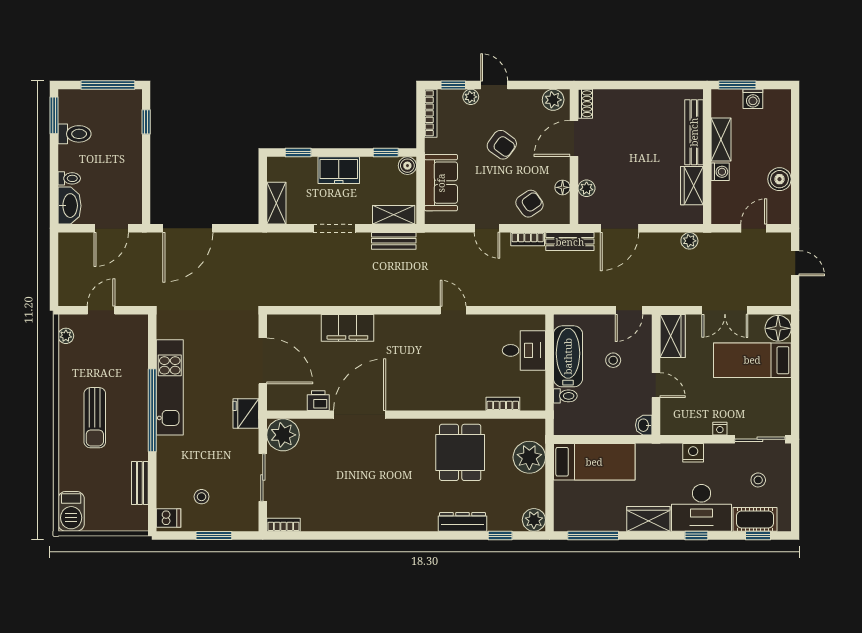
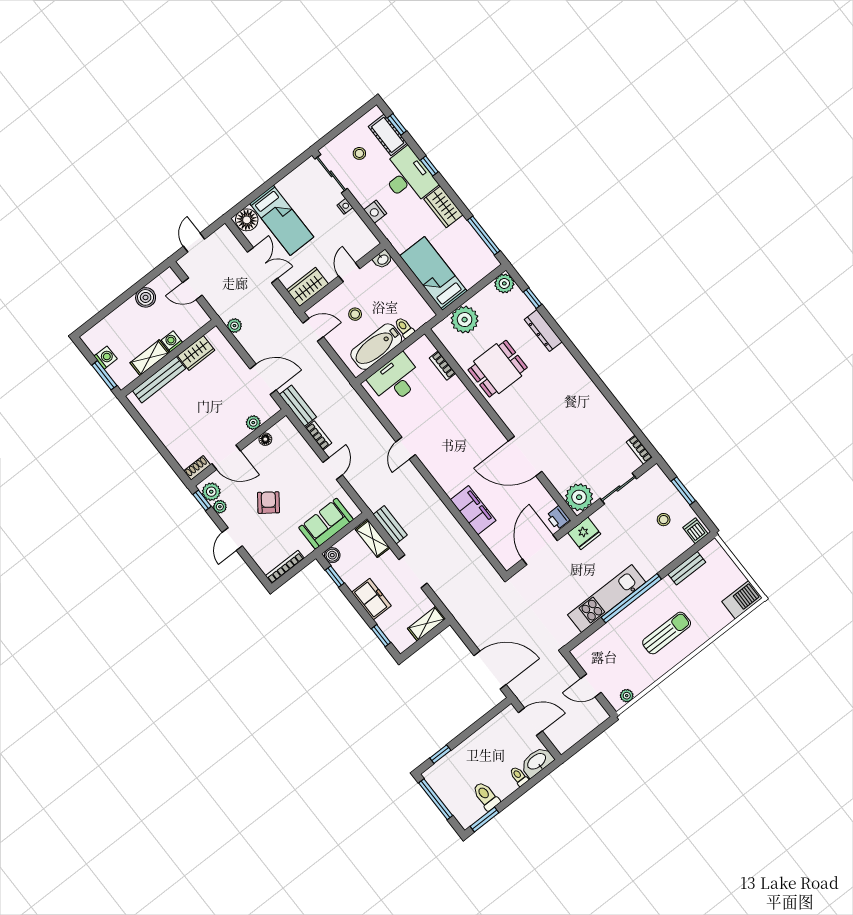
window: (453, 85) -> (202, 500), moved
plant: (471, 97) -> (220, 507), moved
armchair: (529, 204) -> (294, 453), removed
desk: (524, 350) -> (395, 379), width x1.37
printer: (318, 401) -> (558, 518), moved

